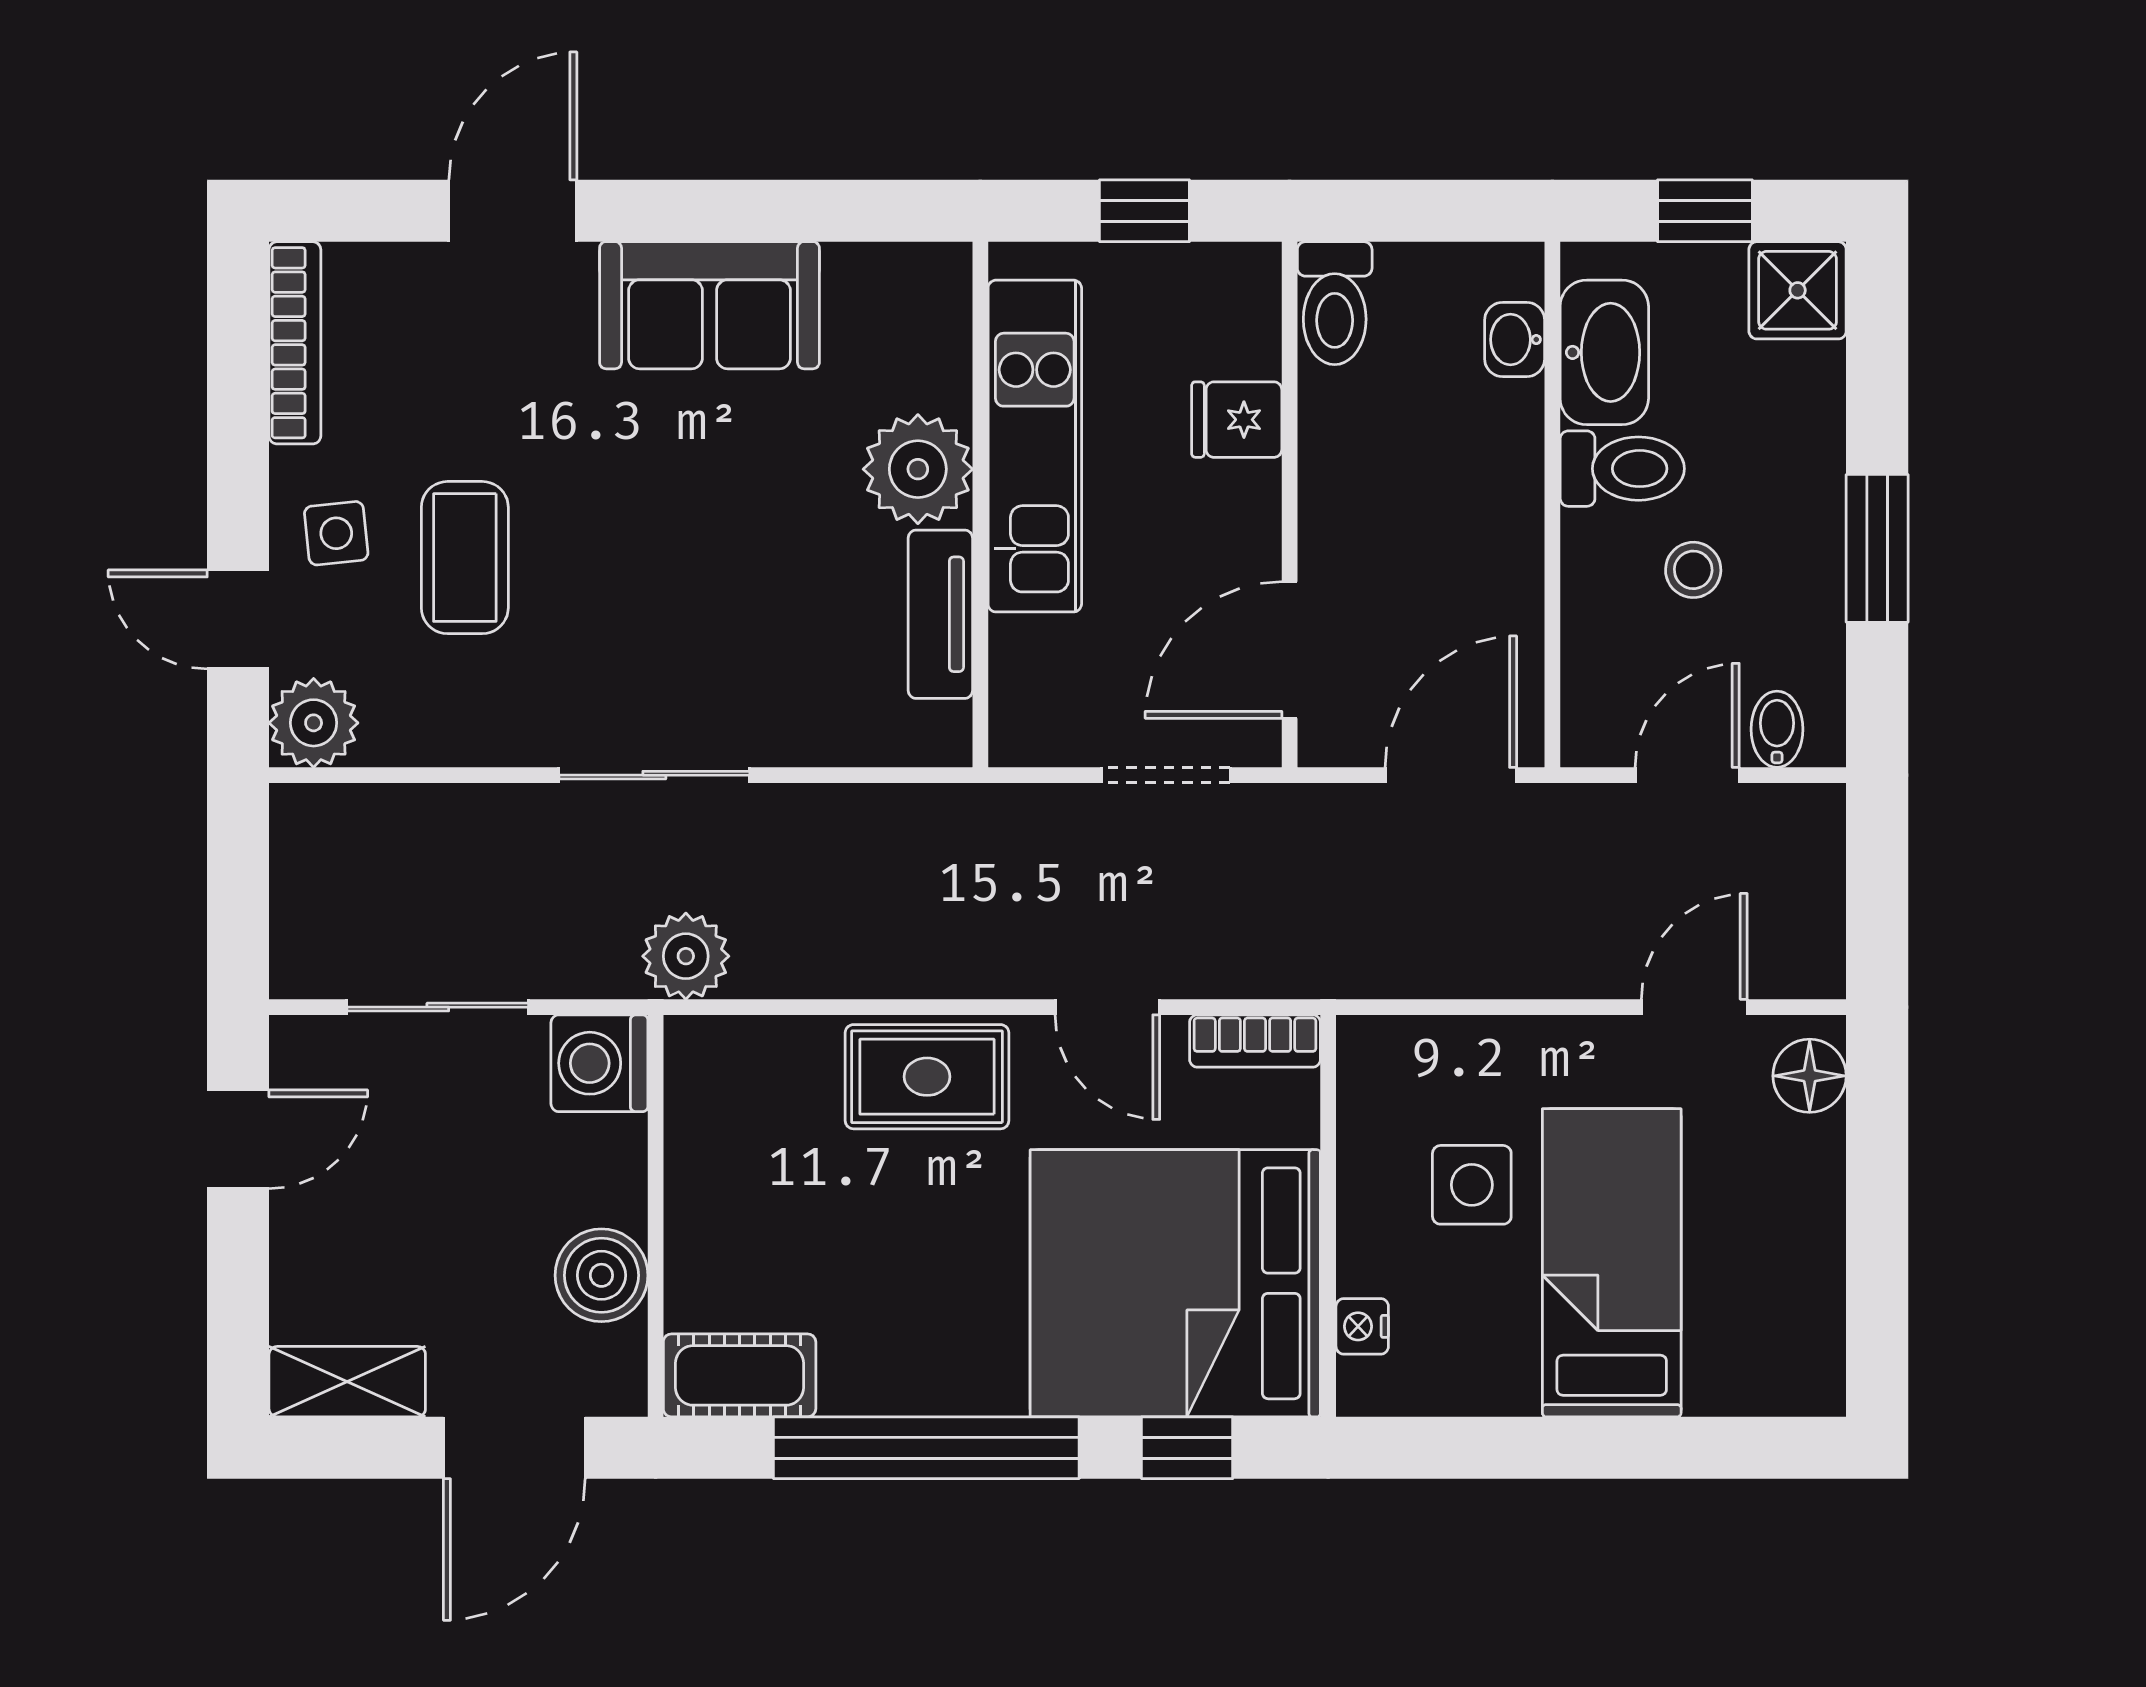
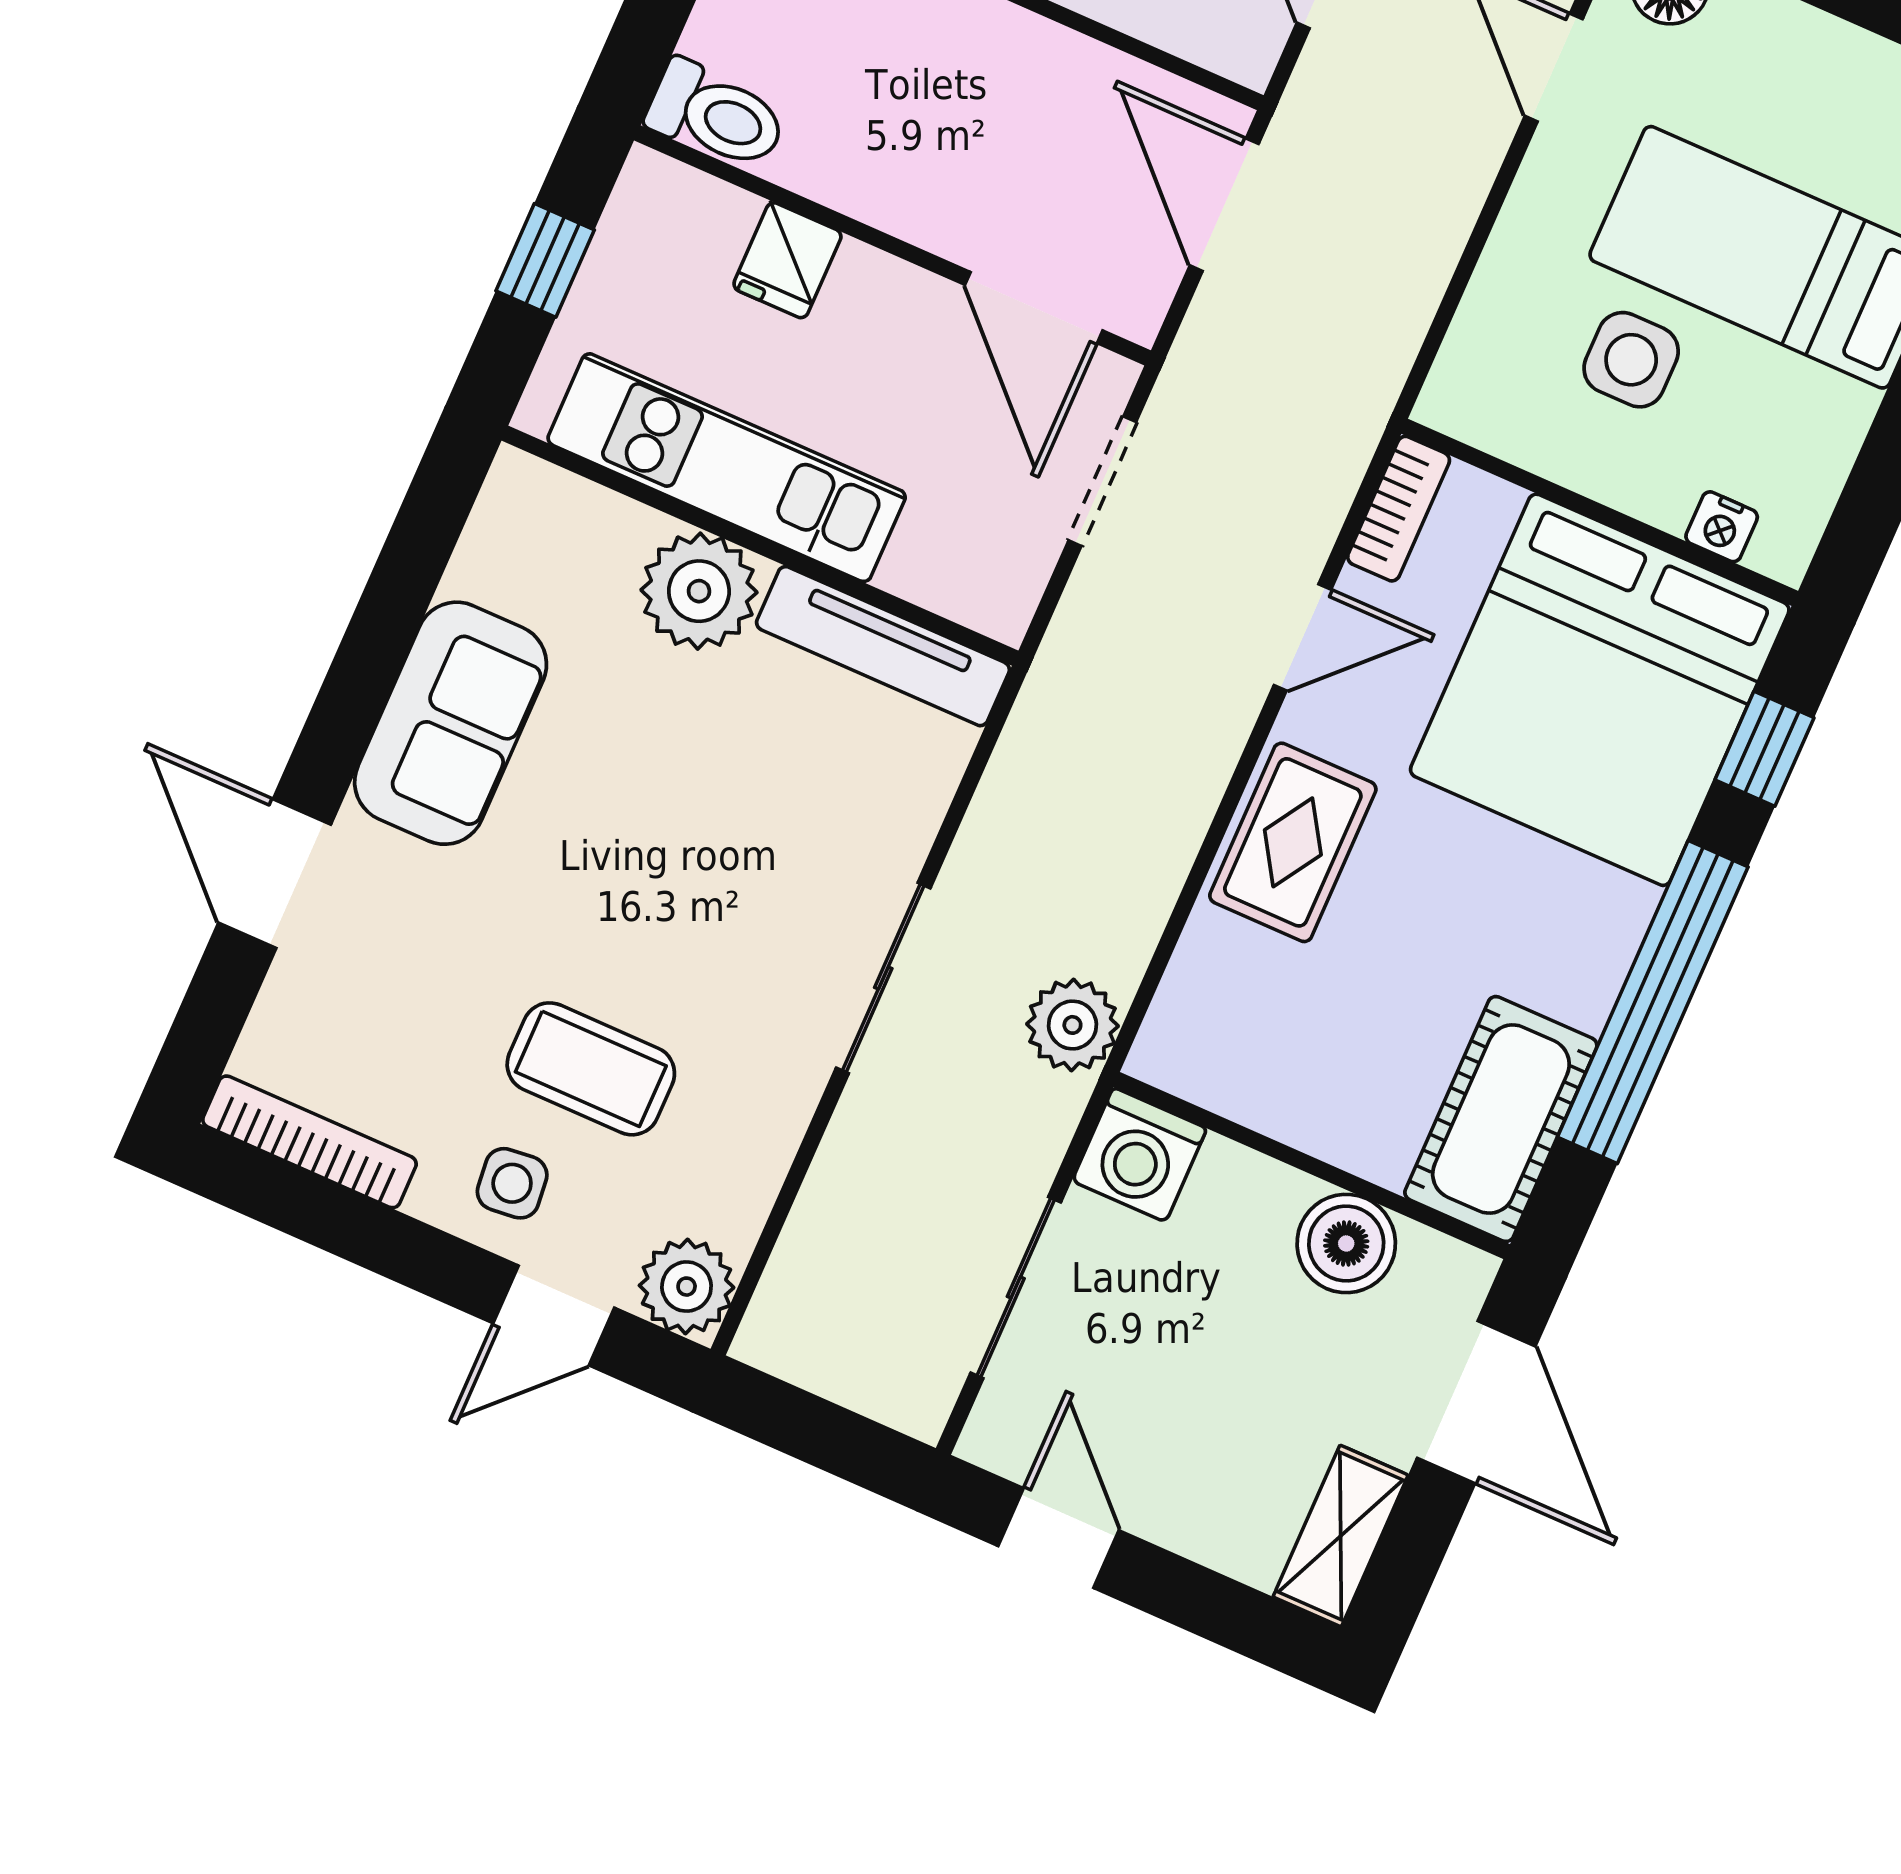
tv unit: (940, 614) -> (883, 646), width x1.41
cot: (740, 1375) -> (1501, 1119), width x1.37, depth x1.34

